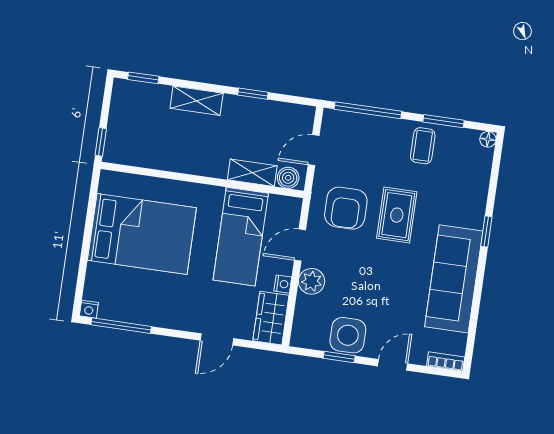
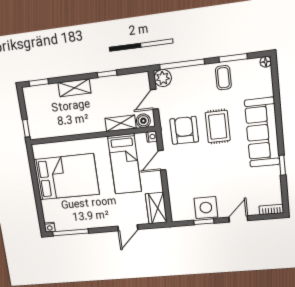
armchair: (346, 208) -> (184, 130), turned 180
window: (486, 232) -> (282, 165), moved
sofa: (454, 279) -> (262, 132), moved
plant: (312, 281) -> (163, 78), moved
nightstand: (283, 284) -> (152, 137), moved

